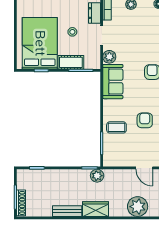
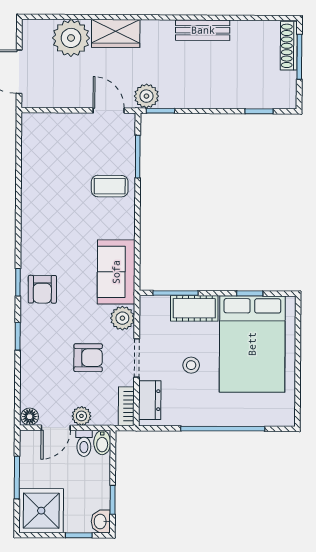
armchair: (145, 120) -> (88, 358), moved, turned -90
door: (144, 168) -> (109, 110), moved
wardrobe: (95, 209) -> (116, 33), moved

